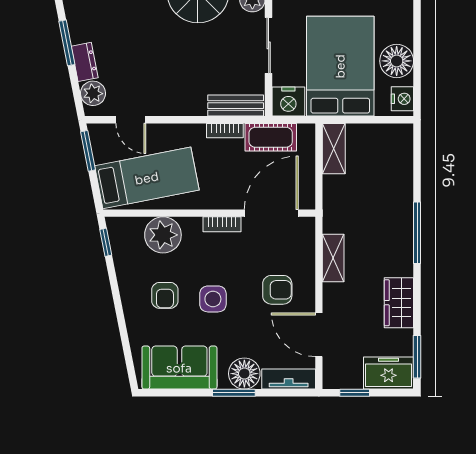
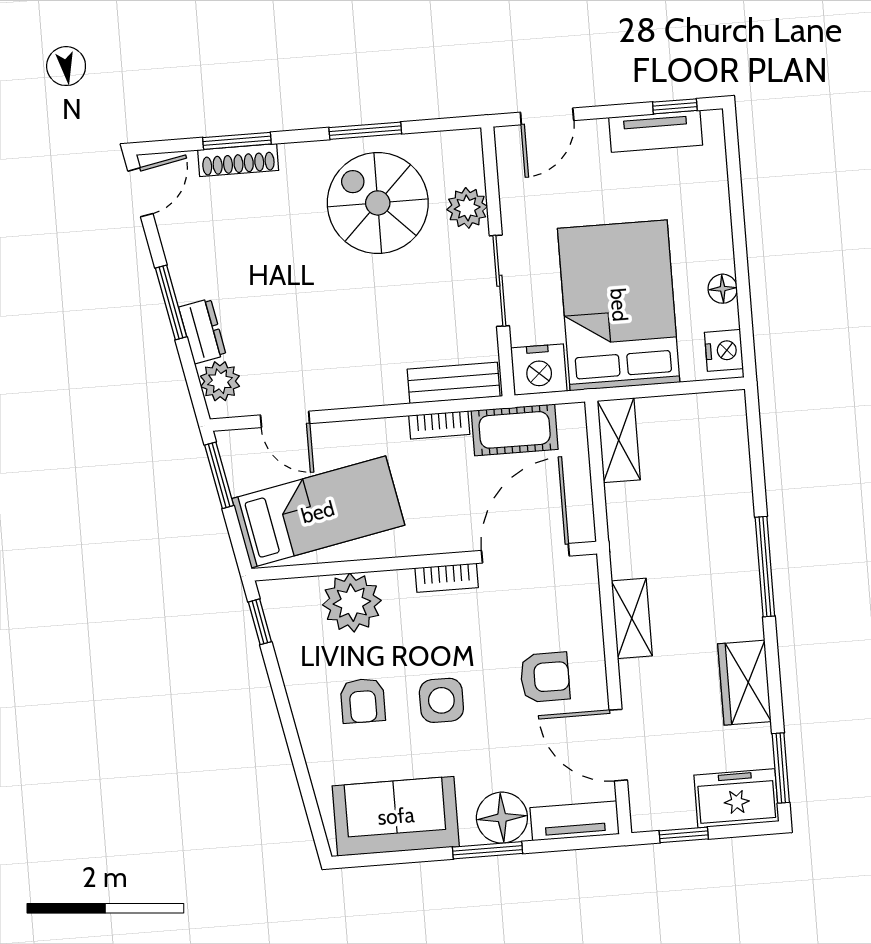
floor lamp: (397, 61) -> (723, 289), width x0.53, depth x0.53

